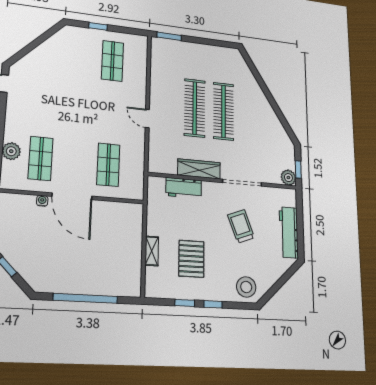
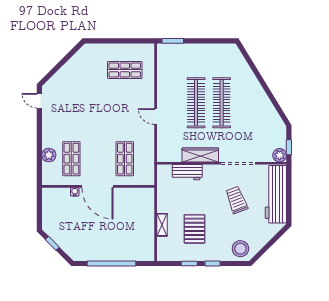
window: (98, 26) -> (111, 41), removed
shop shelf: (113, 61) -> (125, 70), turned 90
workbench: (289, 232) -> (276, 194), width x1.36, depth x1.32

